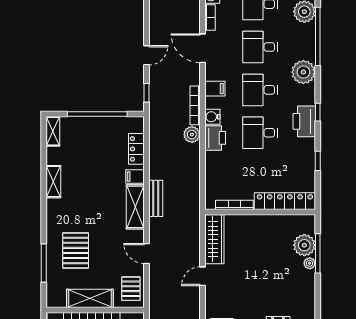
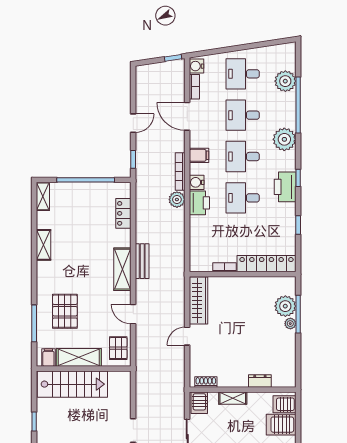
filing cabinet: (135, 176) -> (48, 358), moved, turned 90
bookcase: (234, 205) -> (224, 267), width x0.64

